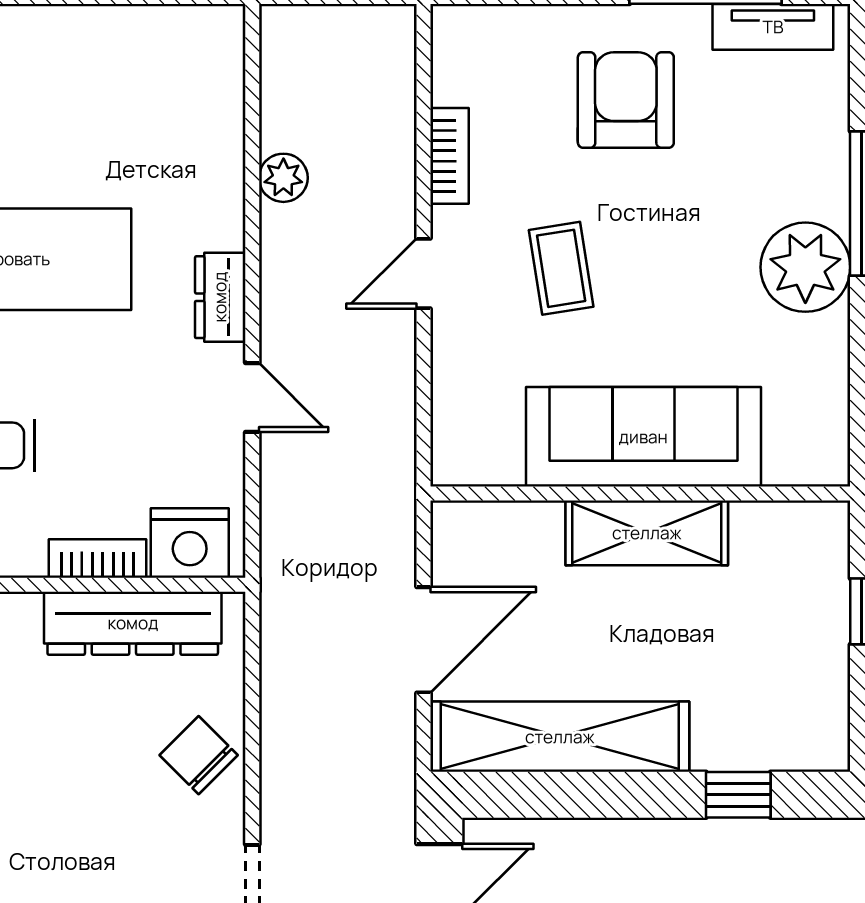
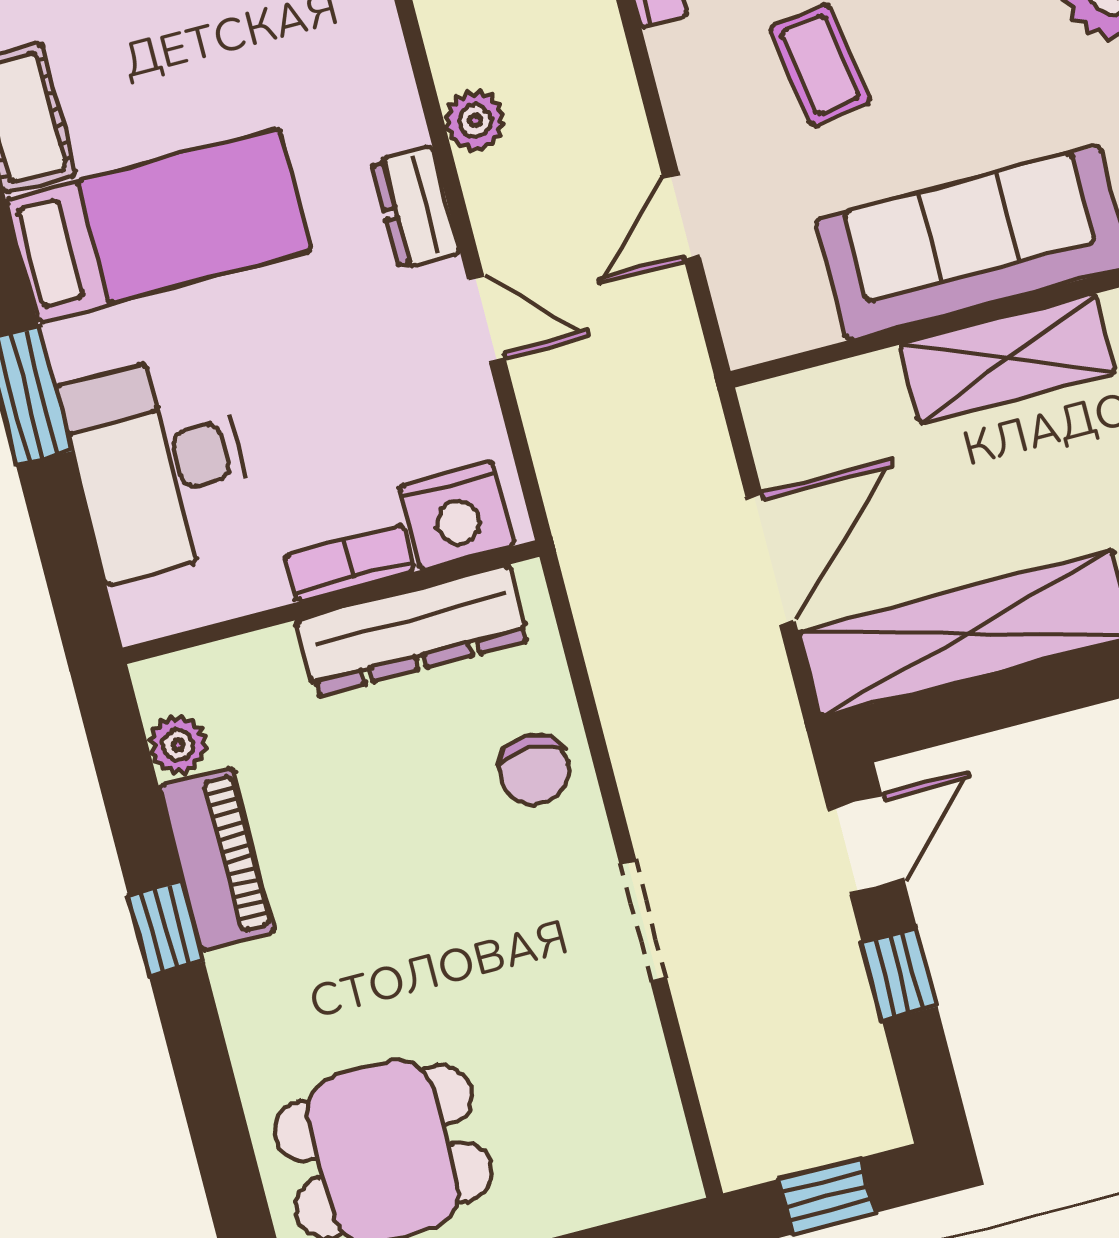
plant: (283, 178) -> (475, 121), moved
door: (423, 274) -> (682, 217), moved
chair: (199, 755) -> (534, 770), turned -135

